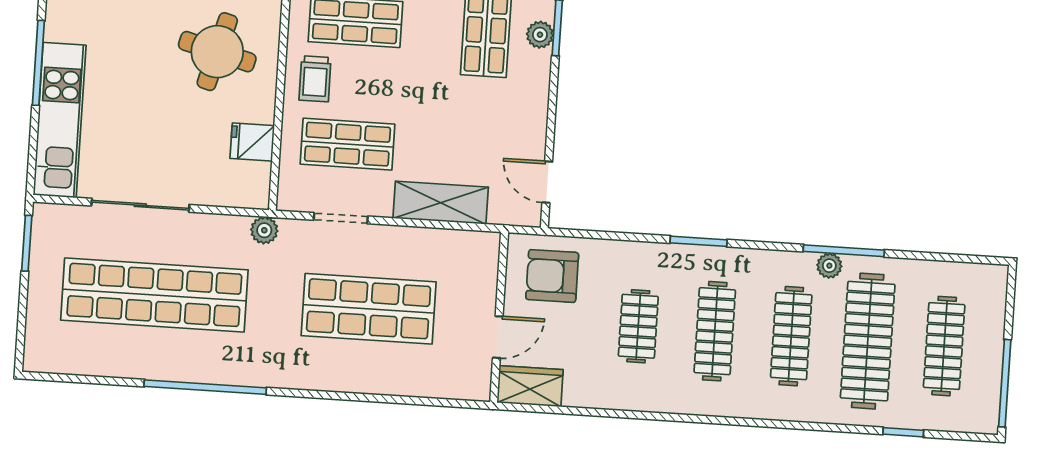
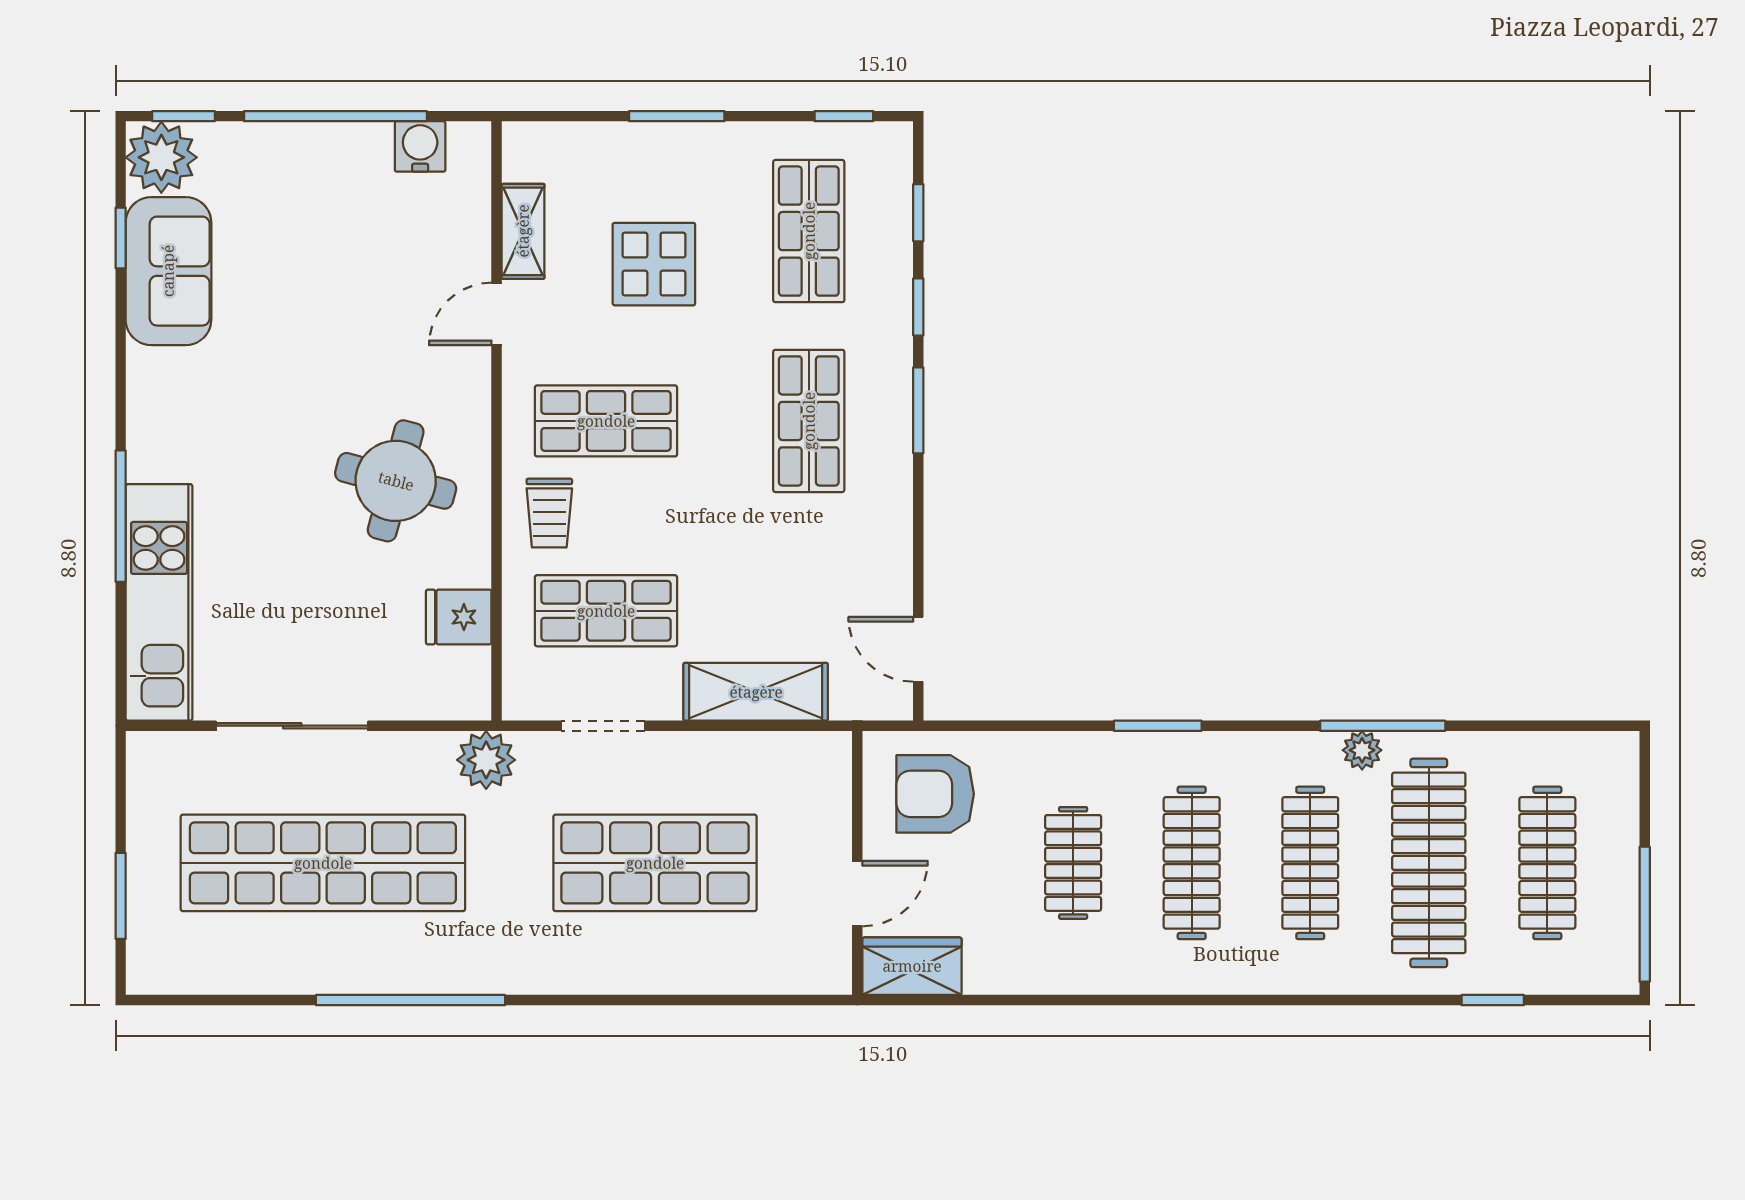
plant: (540, 35) -> (892, 422), removed
plant: (264, 230) -> (486, 760), width x1.38, depth x1.38
window: (27, 243) -> (121, 896), moved

